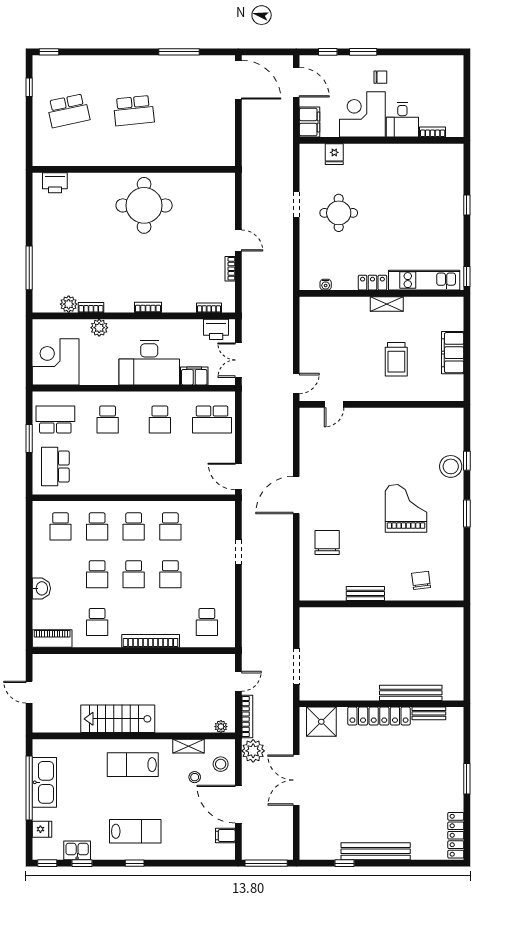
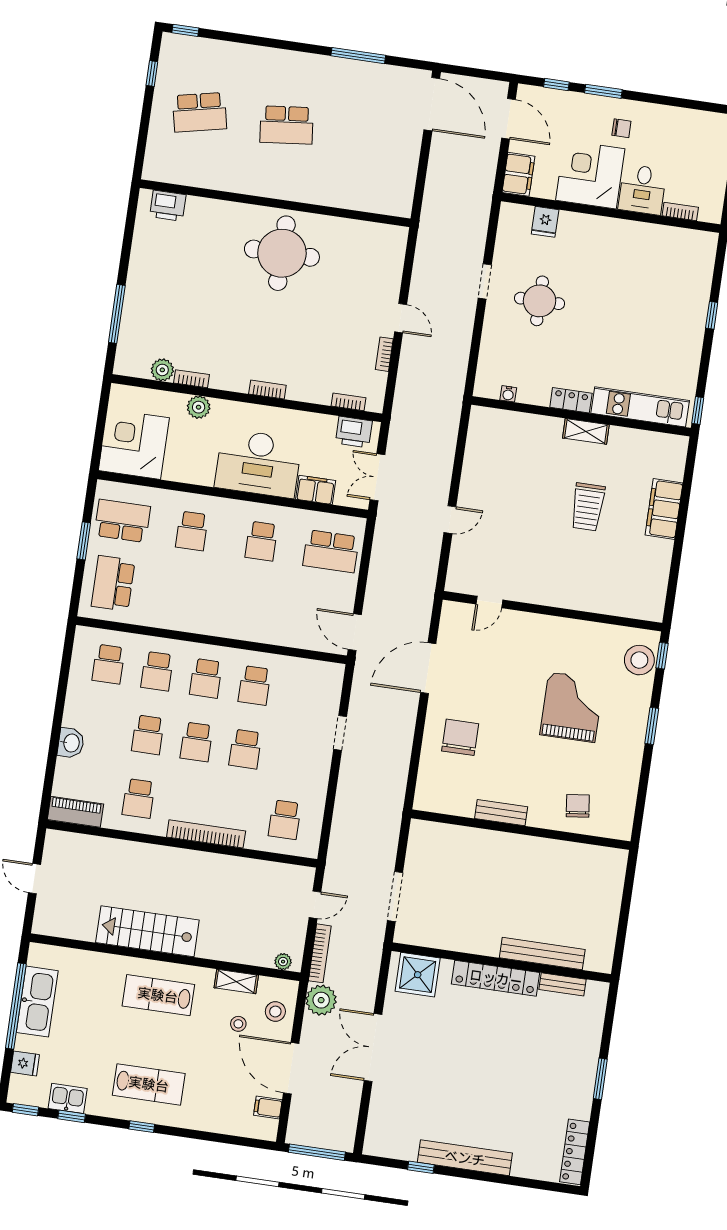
door: (334, 404) -> (489, 602), moved
wall: (382, 404) -> (553, 611), moved

